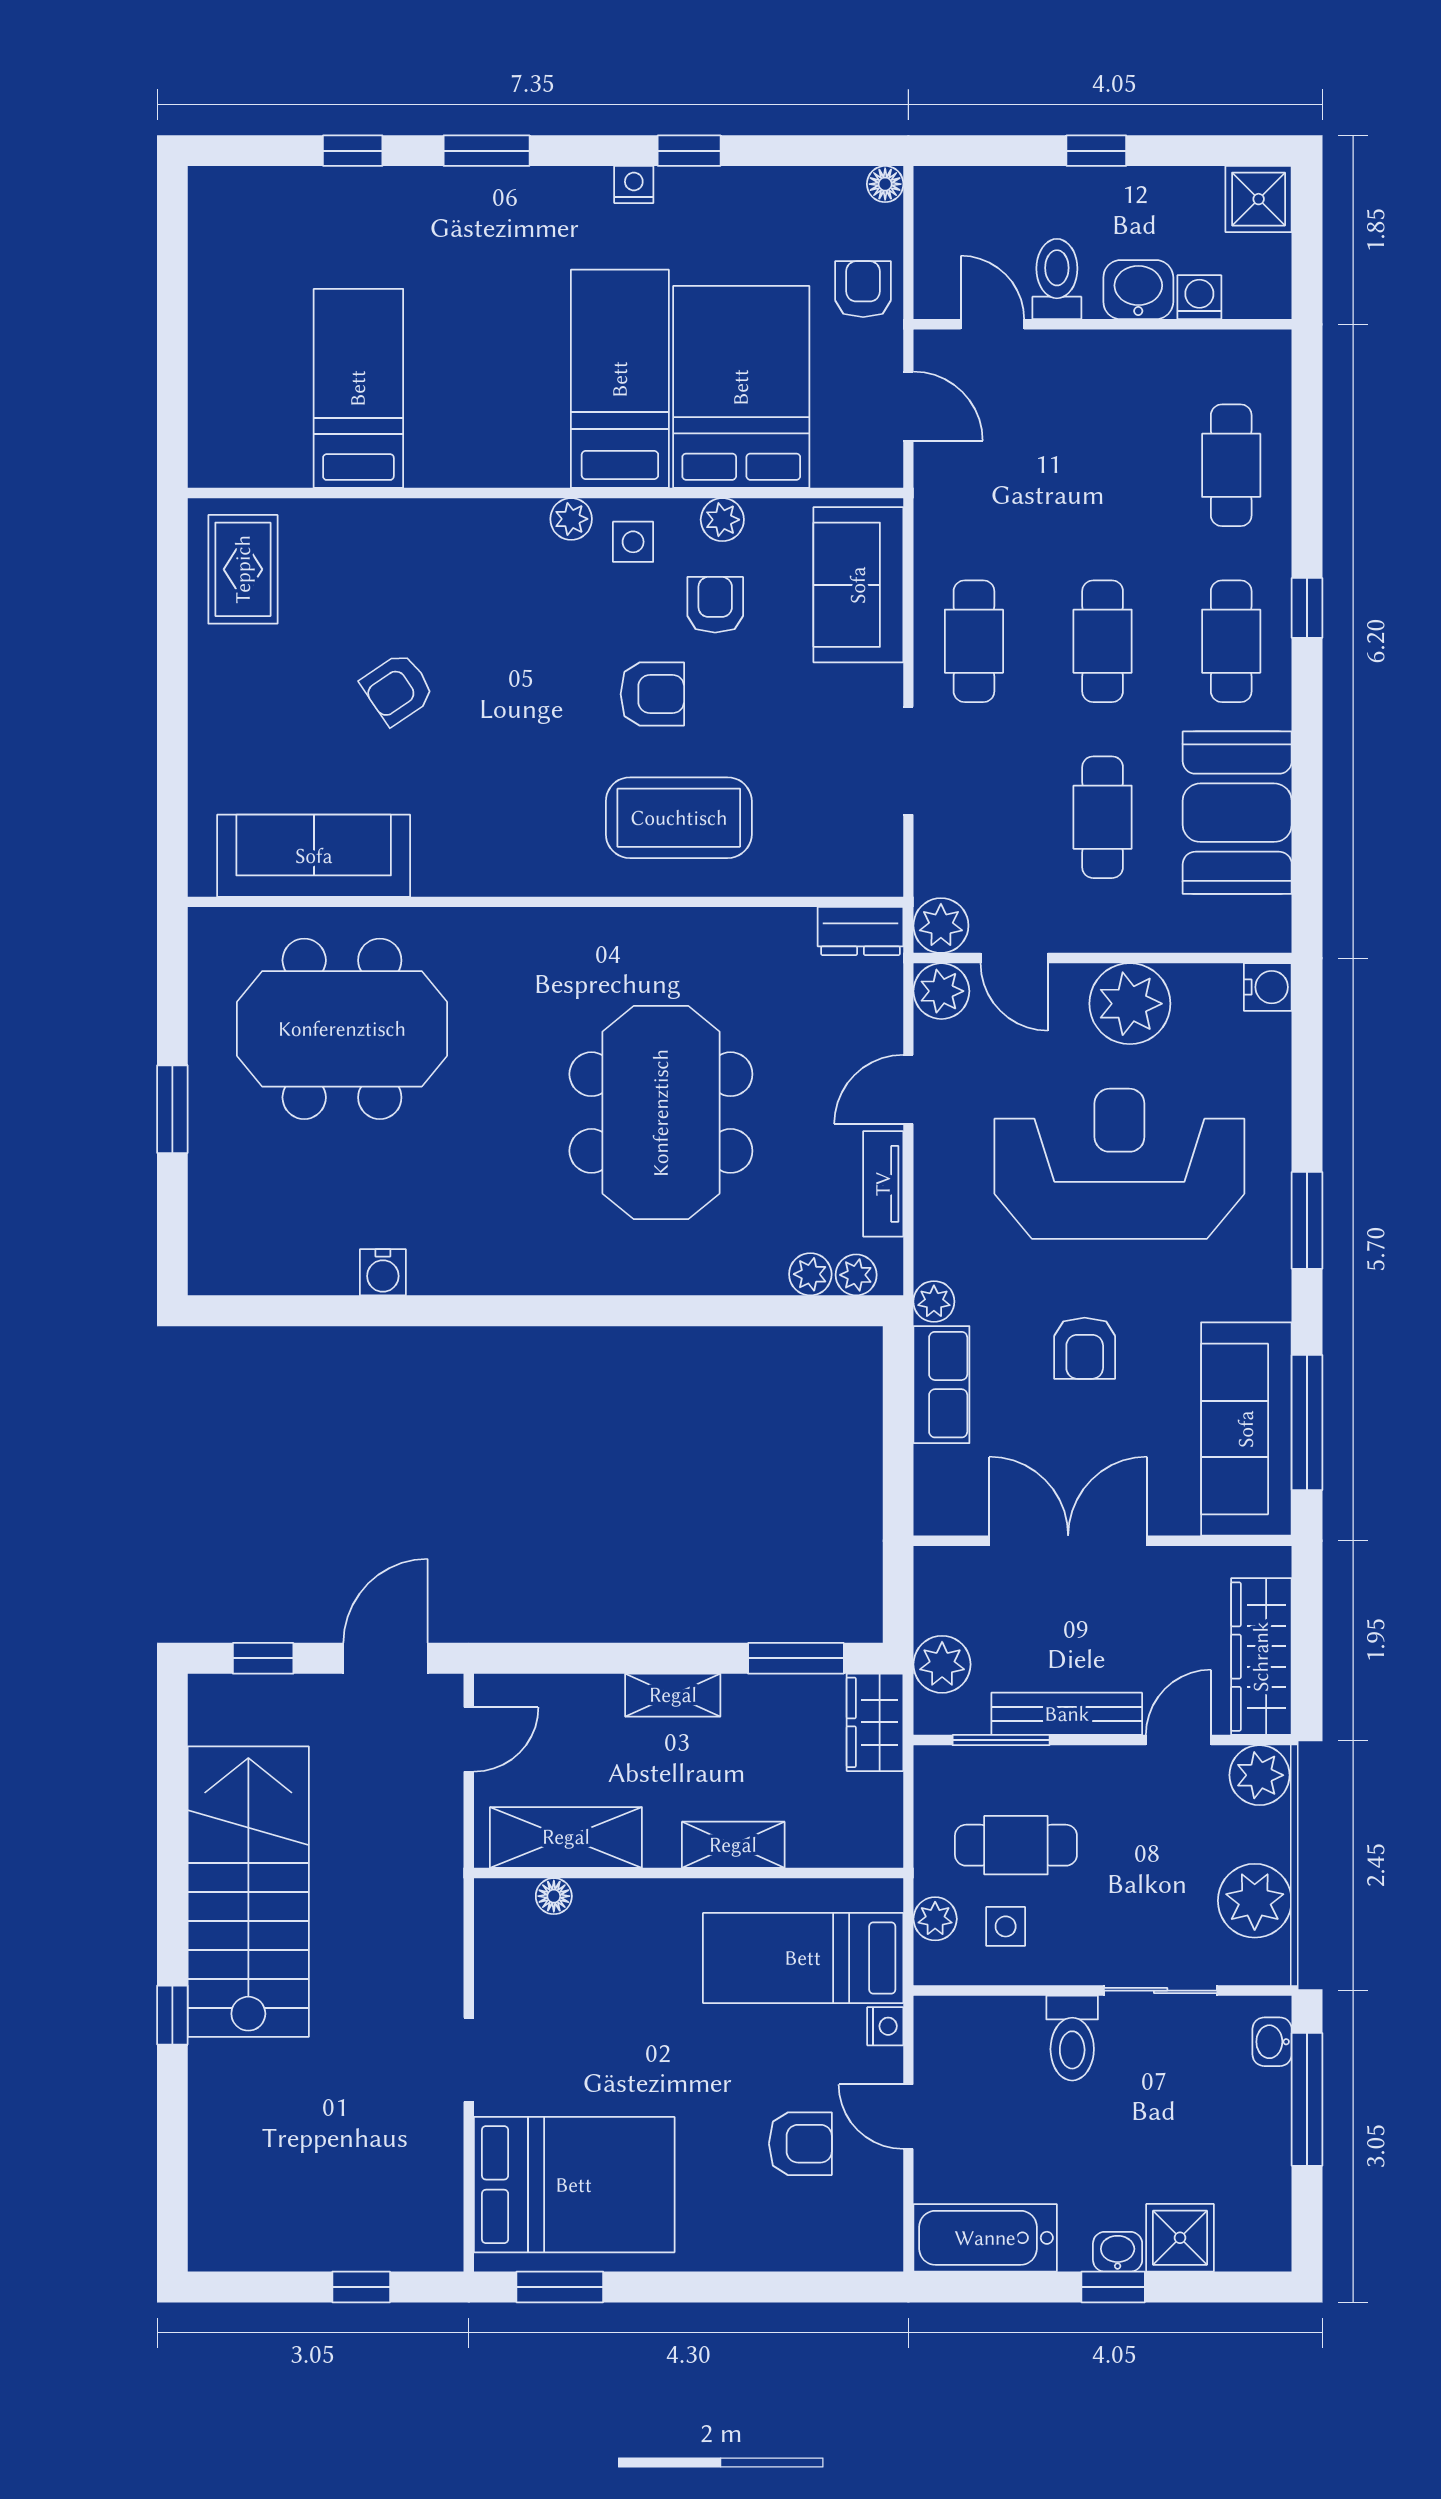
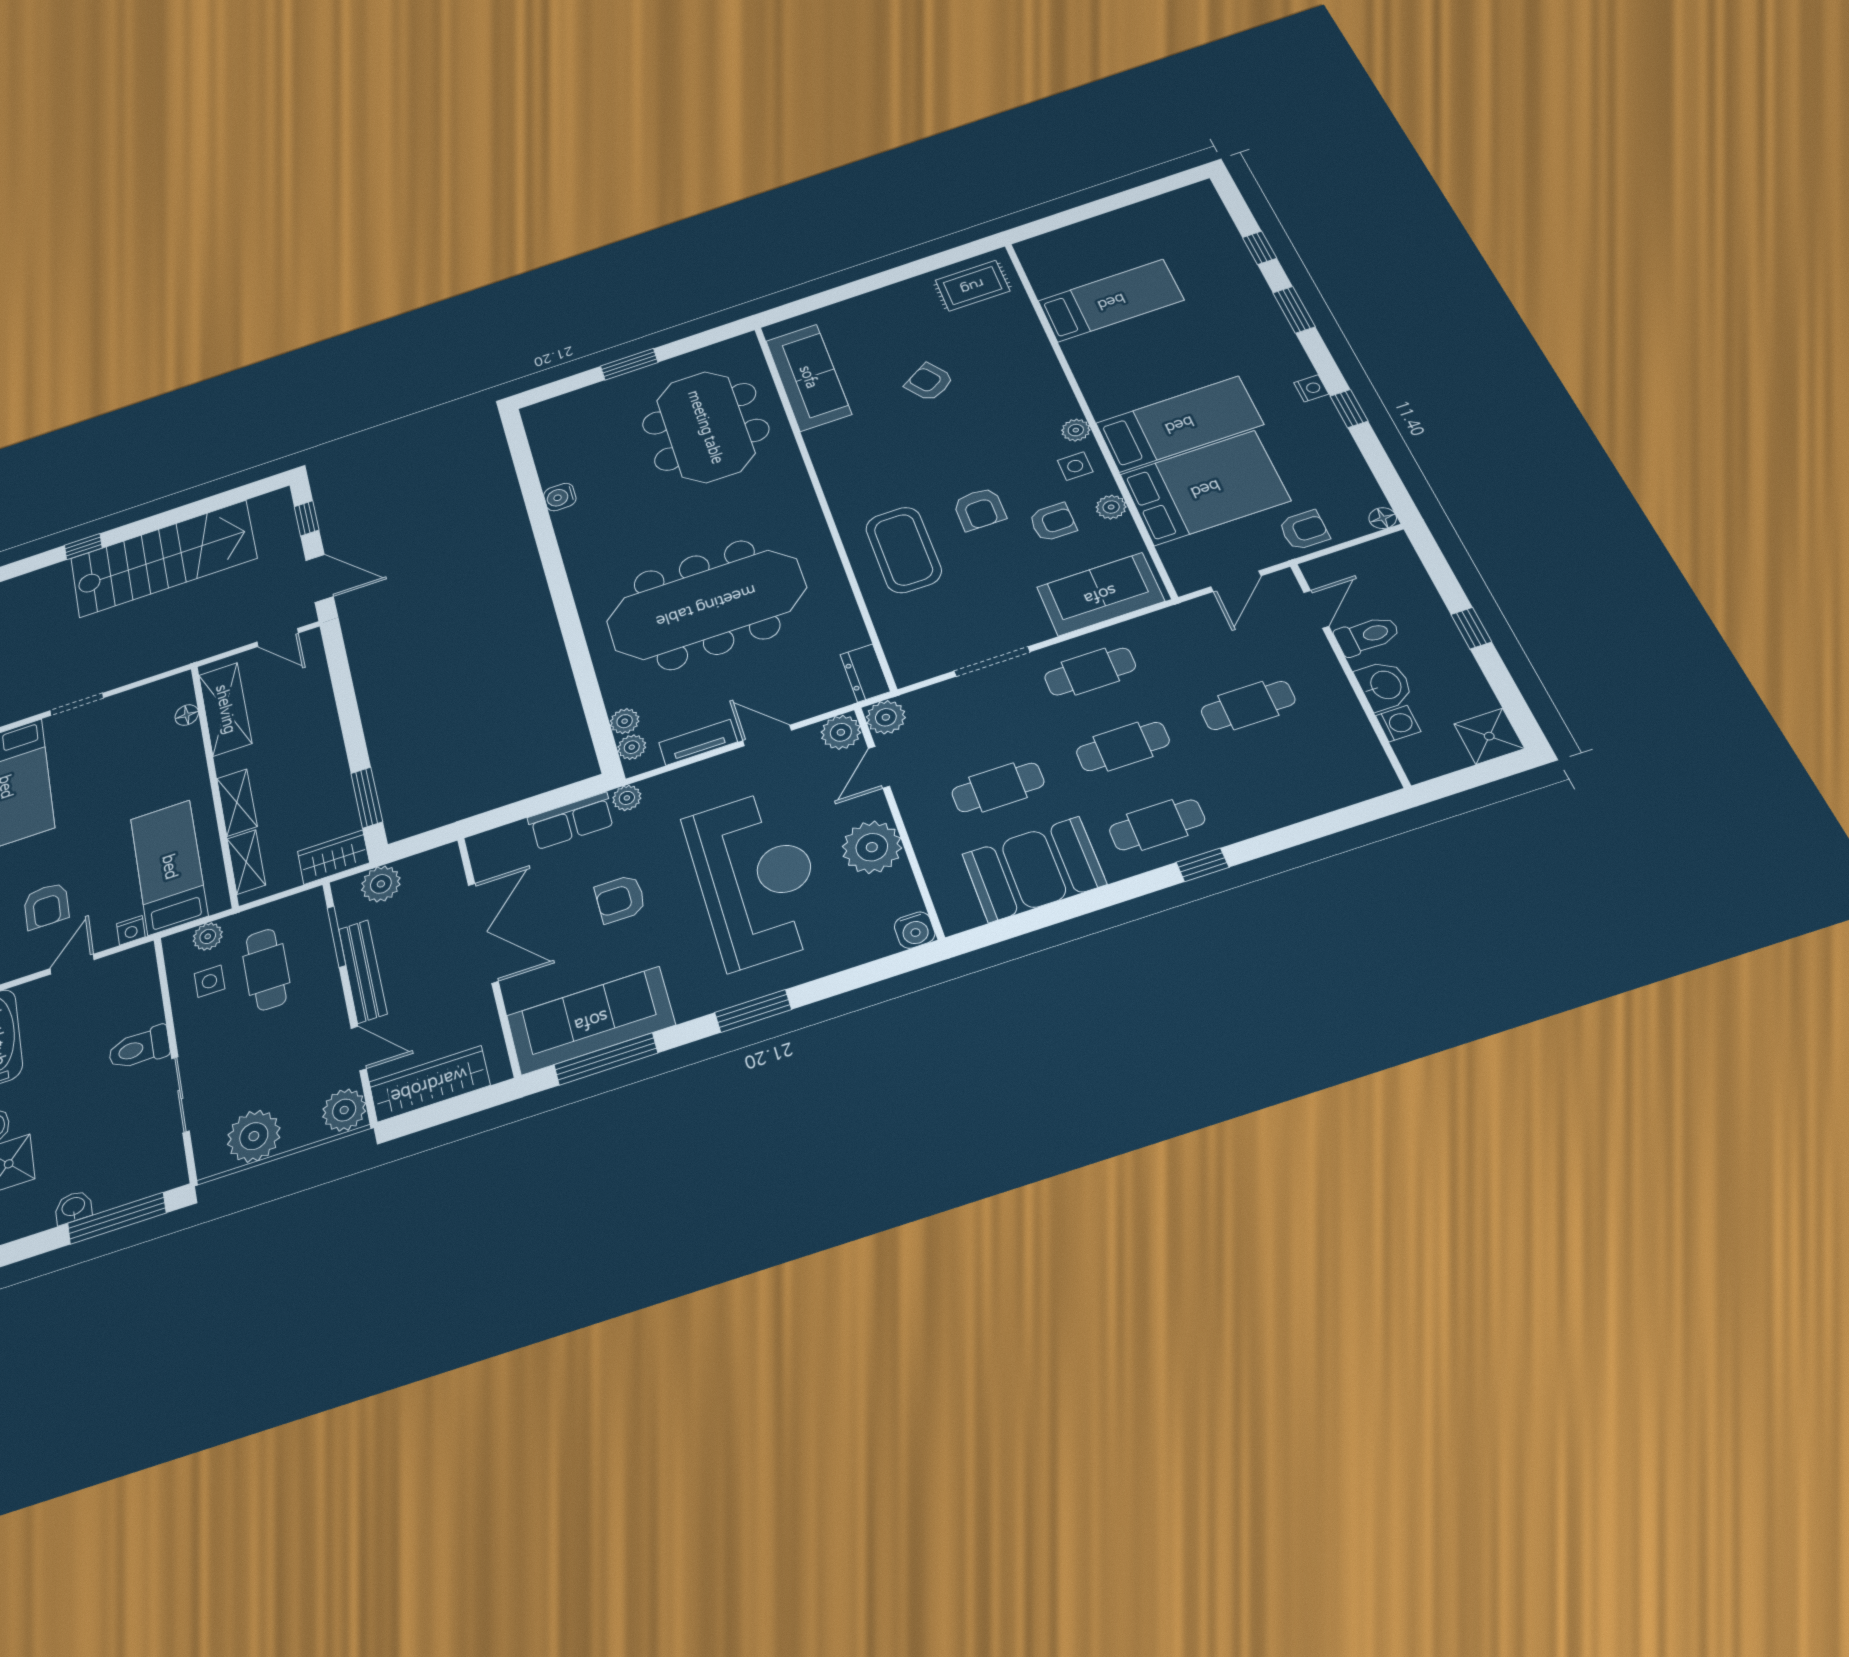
cafe table: (1231, 465) -> (1248, 705), moved
meeting table: (661, 1113) -> (706, 605), width x1.36
shelving: (673, 1695) -> (246, 862), moved
washbasin: (1272, 2042) -> (73, 1207), moved

